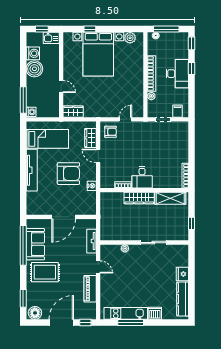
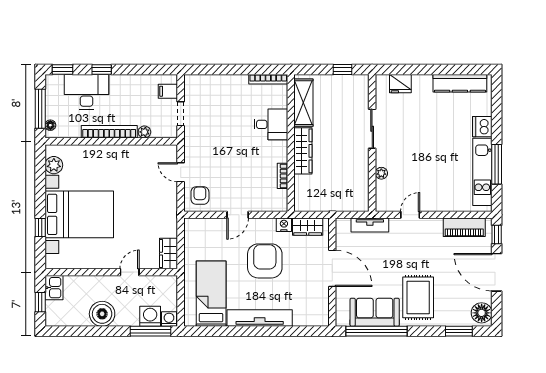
washing machine: (33, 53) -> (150, 316), moved
desk: (177, 74) -> (86, 92), moved
wardrobe: (90, 138) -> (308, 227), moved
desk: (142, 177) -> (271, 124), moved
fridge: (182, 274) -> (400, 84), moved
piano: (90, 289) -> (464, 227), moved

